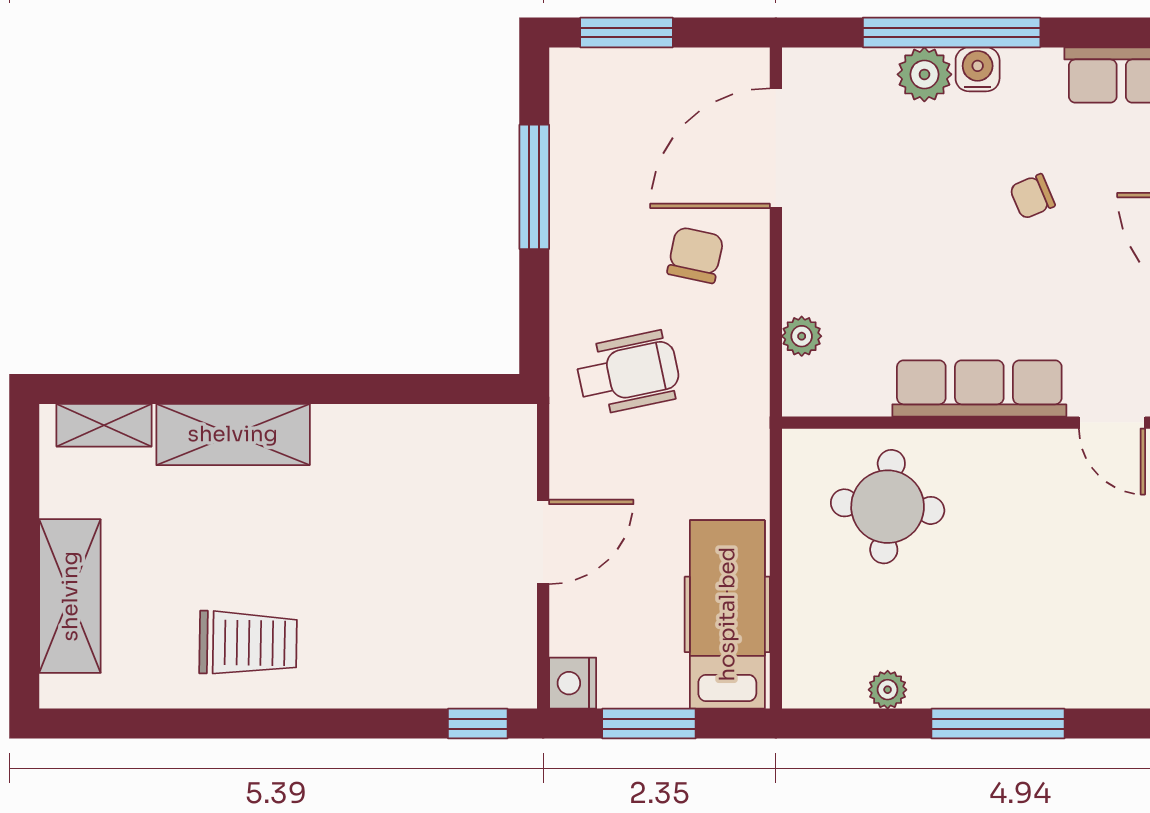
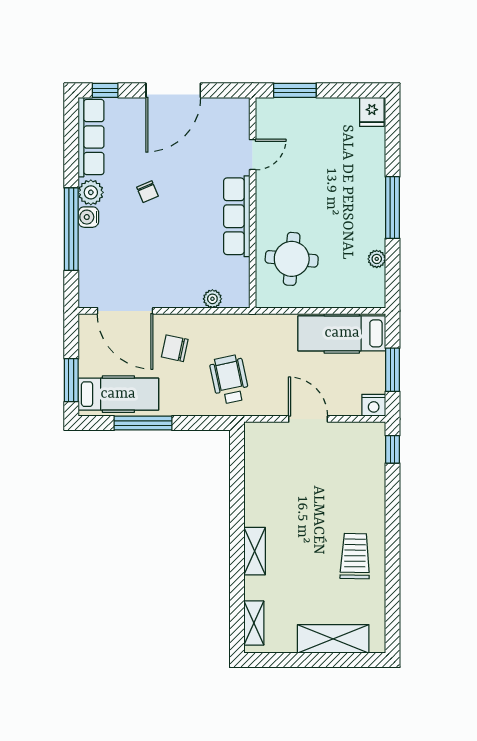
plant: (924, 74) -> (91, 192), moved
hospital bed: (597, 134) -> (118, 394), added
shelving: (233, 434) -> (255, 551), width x0.67, depth x0.75

